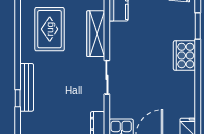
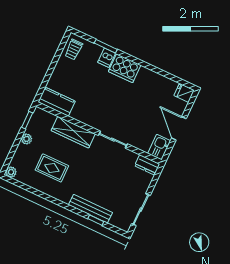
rug: (50, 29) -> (52, 168), width x0.73, depth x0.70
dishwasher: (187, 32) -> (107, 58), added

